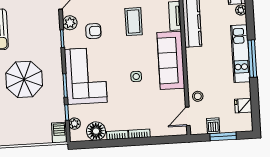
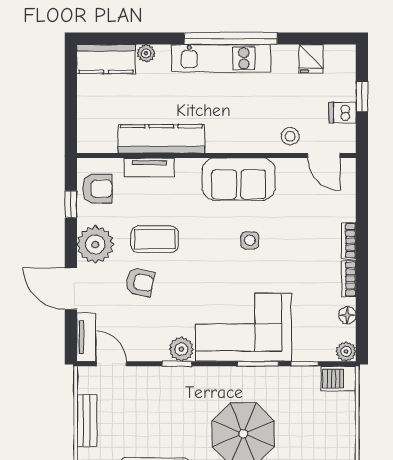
plant: (70, 23) -> (181, 349), moved
armchair: (93, 31) -> (140, 282), moved, turned 101
window: (252, 59) -> (231, 38), width x1.46
sofa: (171, 60) -> (239, 179), width x0.73
plant: (74, 124) -> (346, 352), moved
floor lamp: (96, 131) -> (347, 315), width x0.53, depth x0.53
window: (223, 136) -> (362, 97), width x0.67

